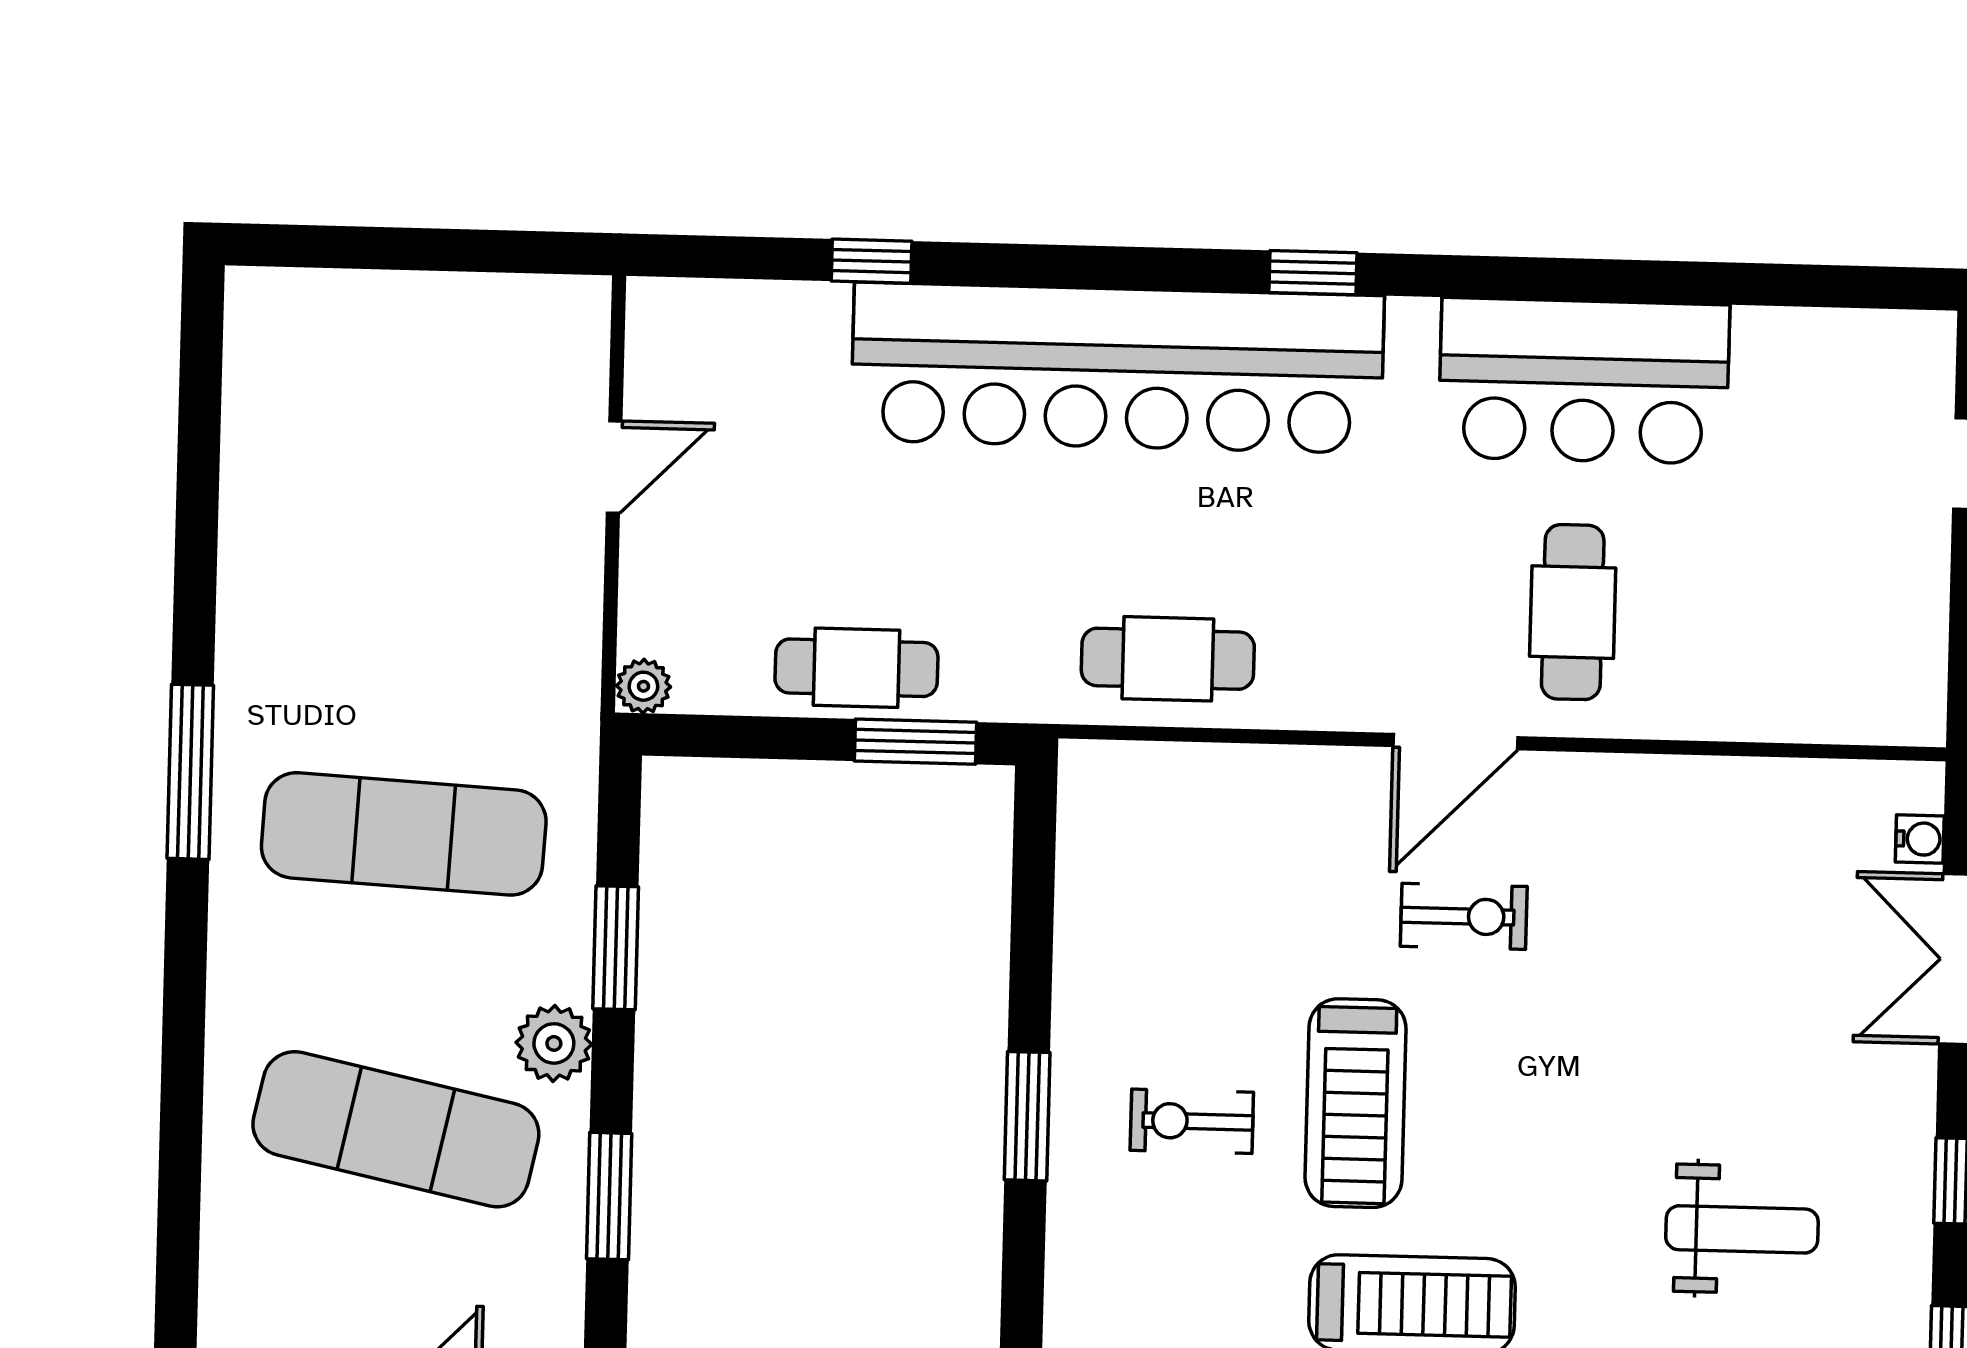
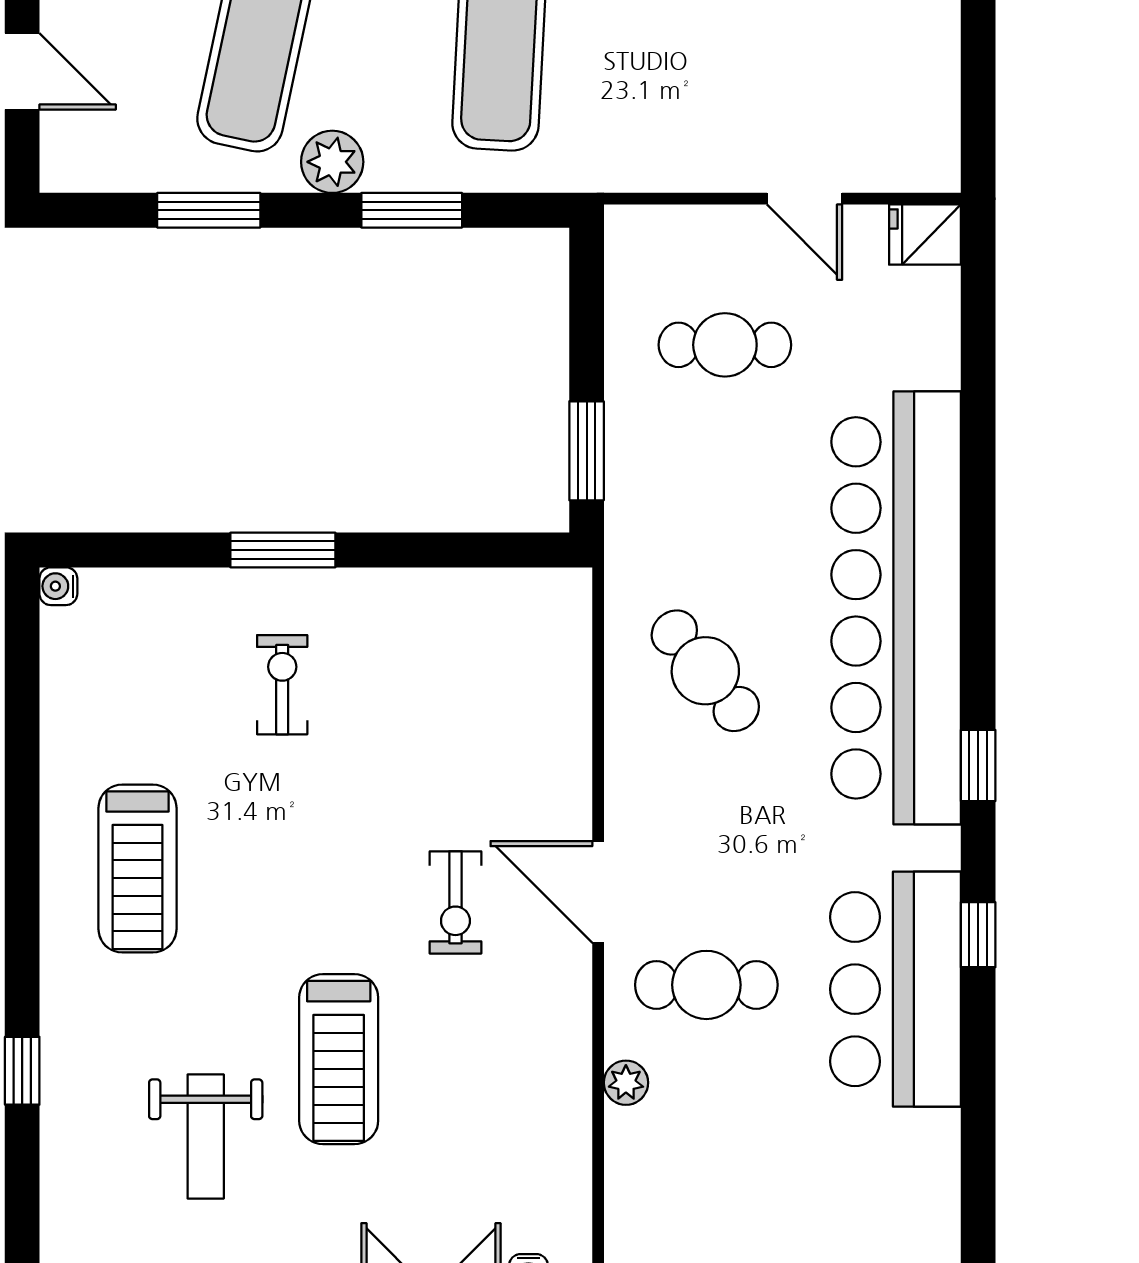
window: (872, 261) -> (978, 935), moved
fridge: (662, 321) -> (925, 235), added
cafe table: (1168, 659) -> (705, 671), moved, turned -39
cafe table: (856, 668) -> (725, 345), moved, turned 90
plant: (643, 686) -> (626, 1083), moved
treadmill: (1356, 1103) -> (339, 1059), moved, turned -90

